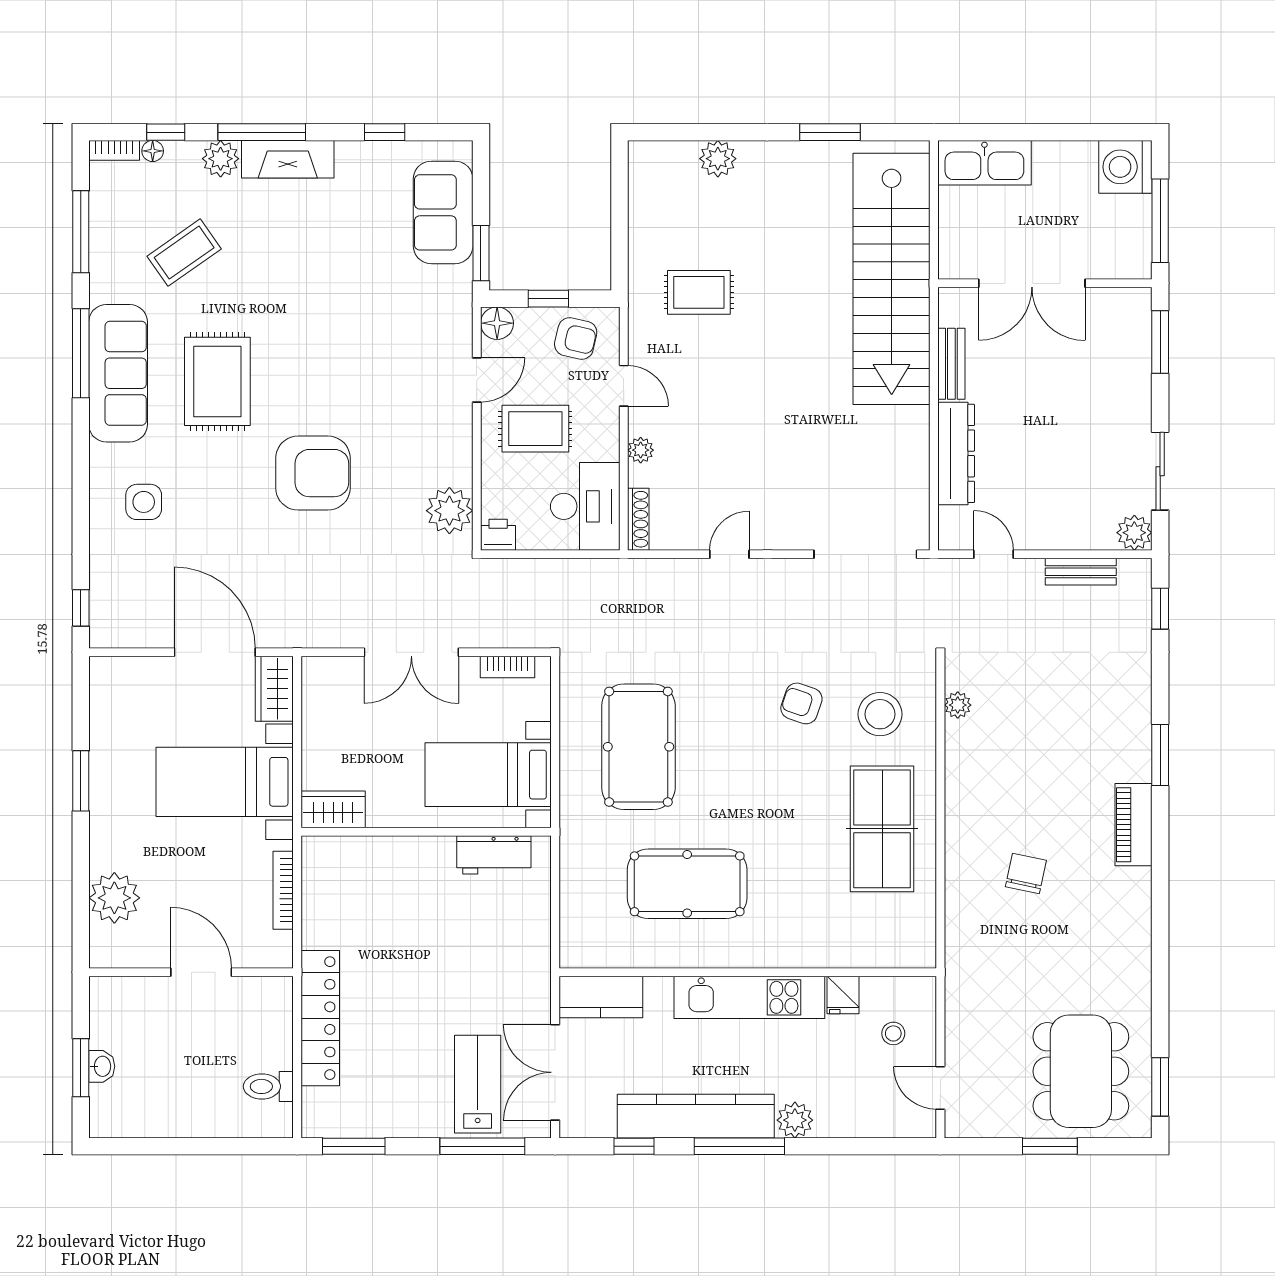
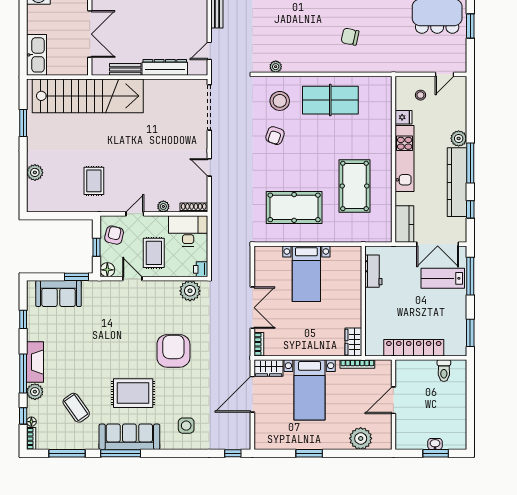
bookcase: (508, 667) -> (259, 344), moved
wardrobe: (333, 809) -> (353, 342), moved
wall: (426, 832) -> (363, 301), moved
workbench: (494, 855) -> (373, 271), moved

